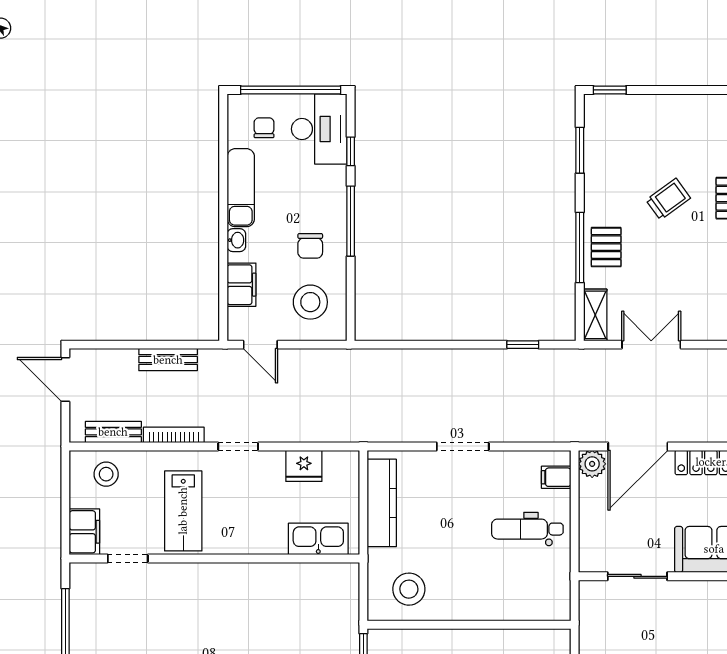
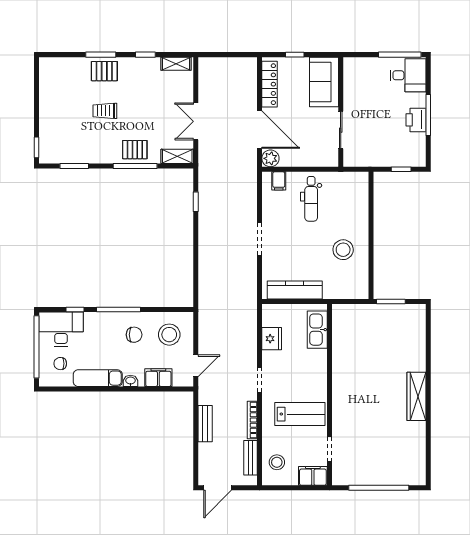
trolley: (668, 199) -> (105, 111), turned -54
stool: (409, 589) -> (343, 250), moved

